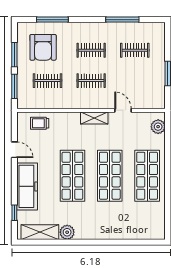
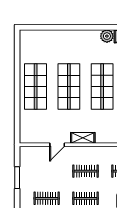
door: (123, 110) -> (57, 145), hinge flipped
plant: (158, 127) -> (26, 130), removed

